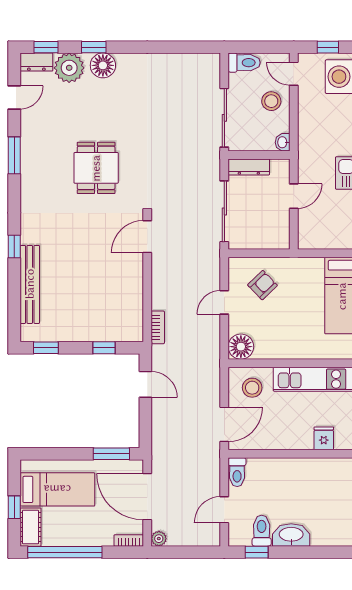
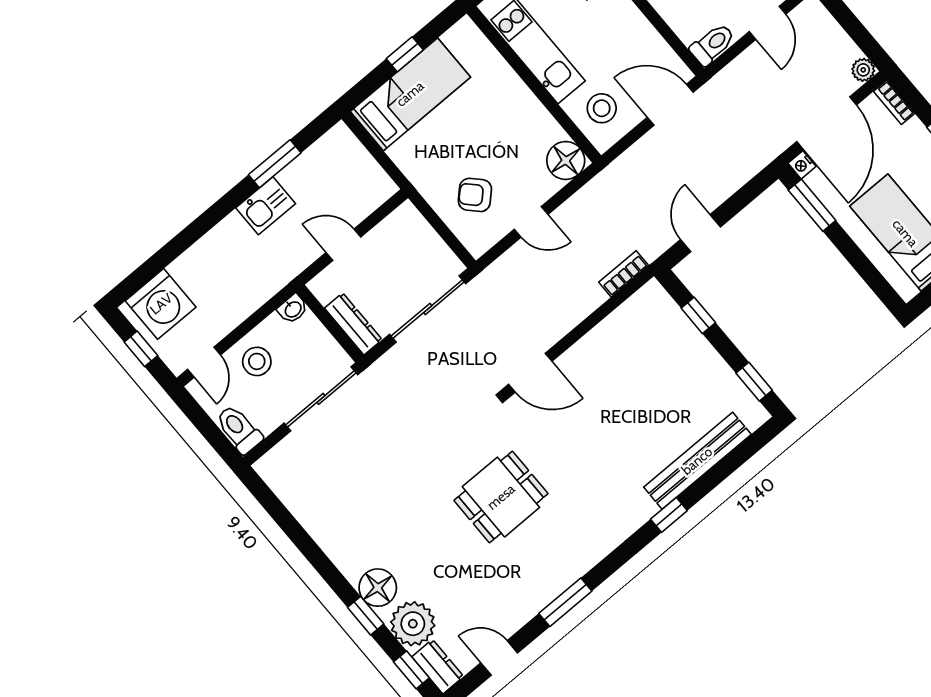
nightstand: (136, 466) -> (802, 165), added
door: (224, 510) -> (767, 23), hinge flipped

